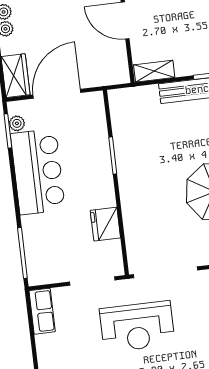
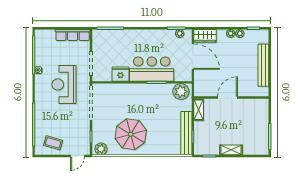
plant: (124, 108) -> (181, 92), added
bar counter: (38, 172) -> (152, 69), moved, turned 180
row of seats: (42, 311) -> (73, 35), width x1.48

